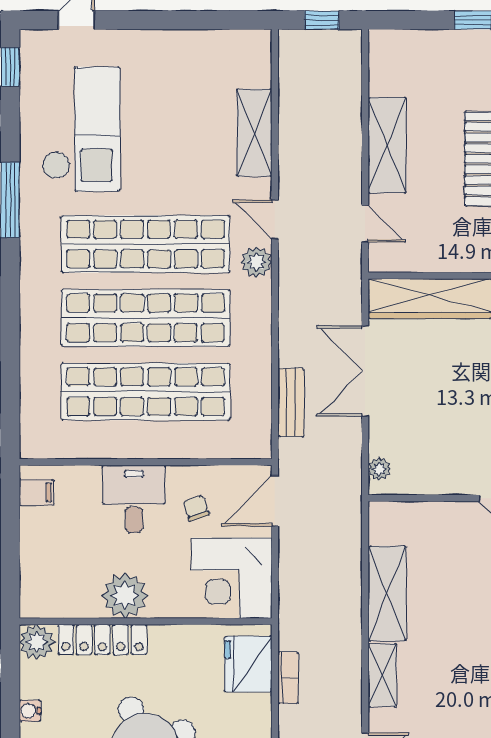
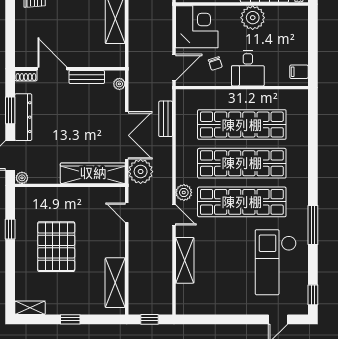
shelving: (387, 145) -> (115, 283), moved
plant: (339, 302) -> (141, 172), added
bench: (441, 482) -> (87, 77), added

